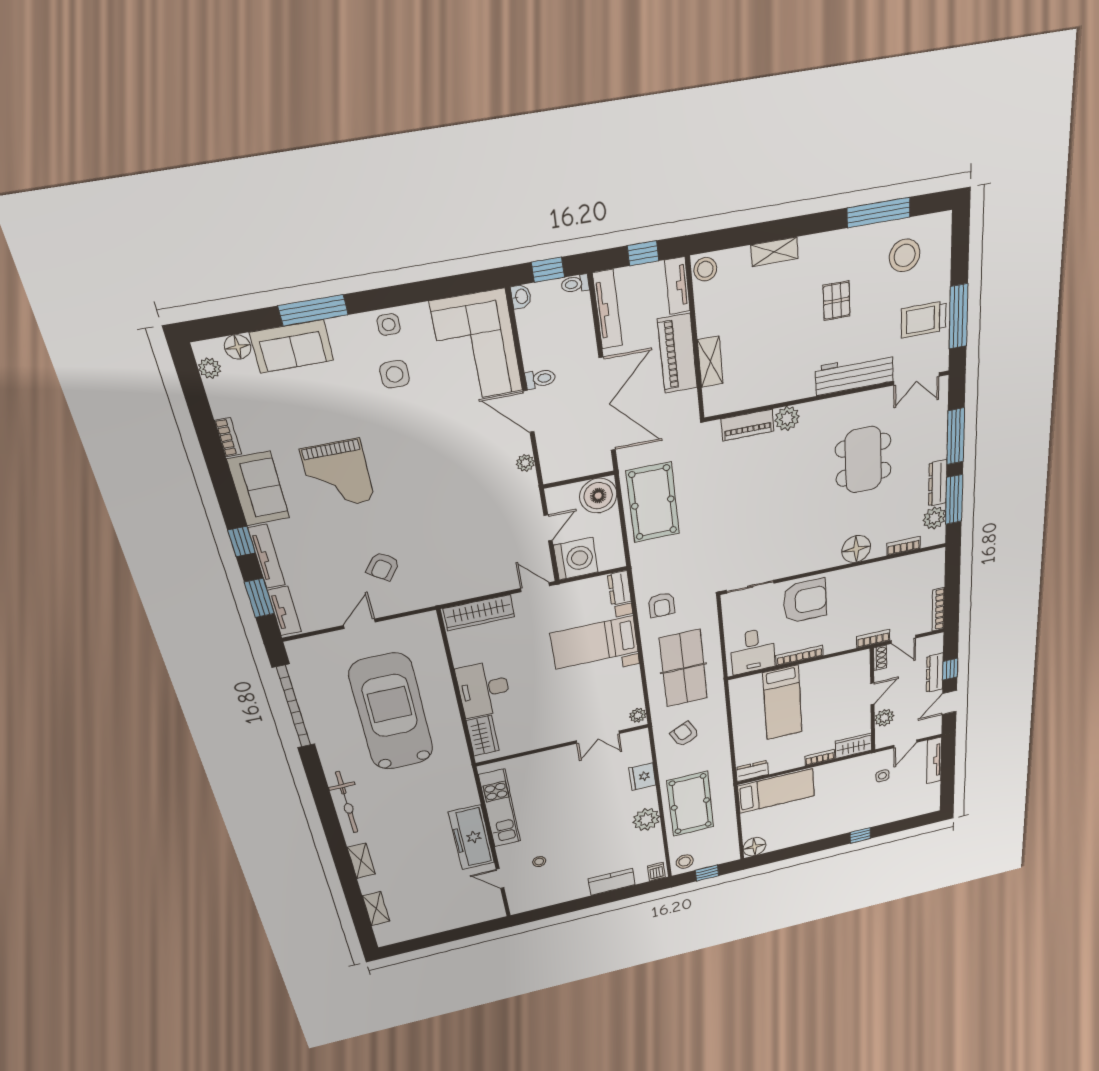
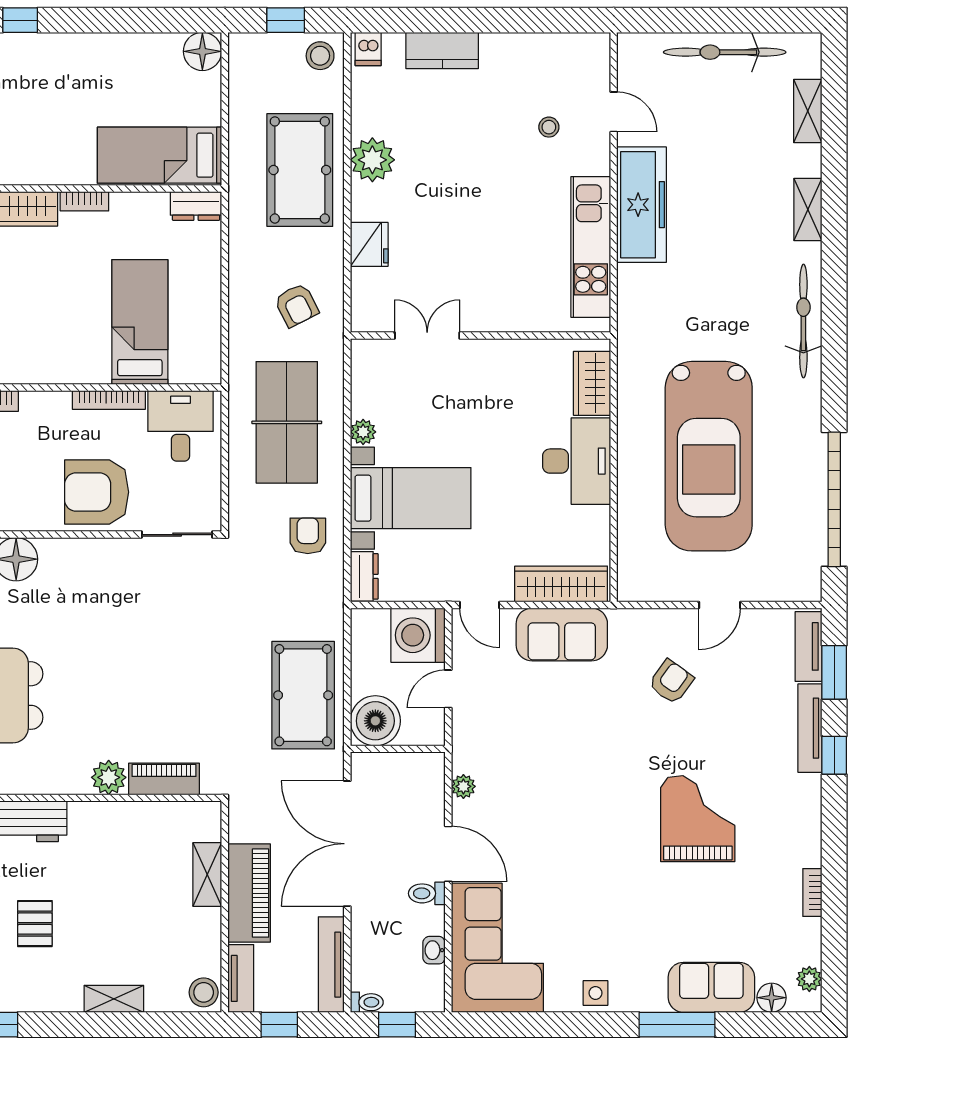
washbasin: (521, 297) -> (434, 950), moved
side table: (395, 374) -> (602, 932), removed
sofa: (258, 489) -> (562, 634), moved, turned -90
plant: (638, 715) -> (363, 432), moved
bicycle: (437, 923) -> (725, 52), added

